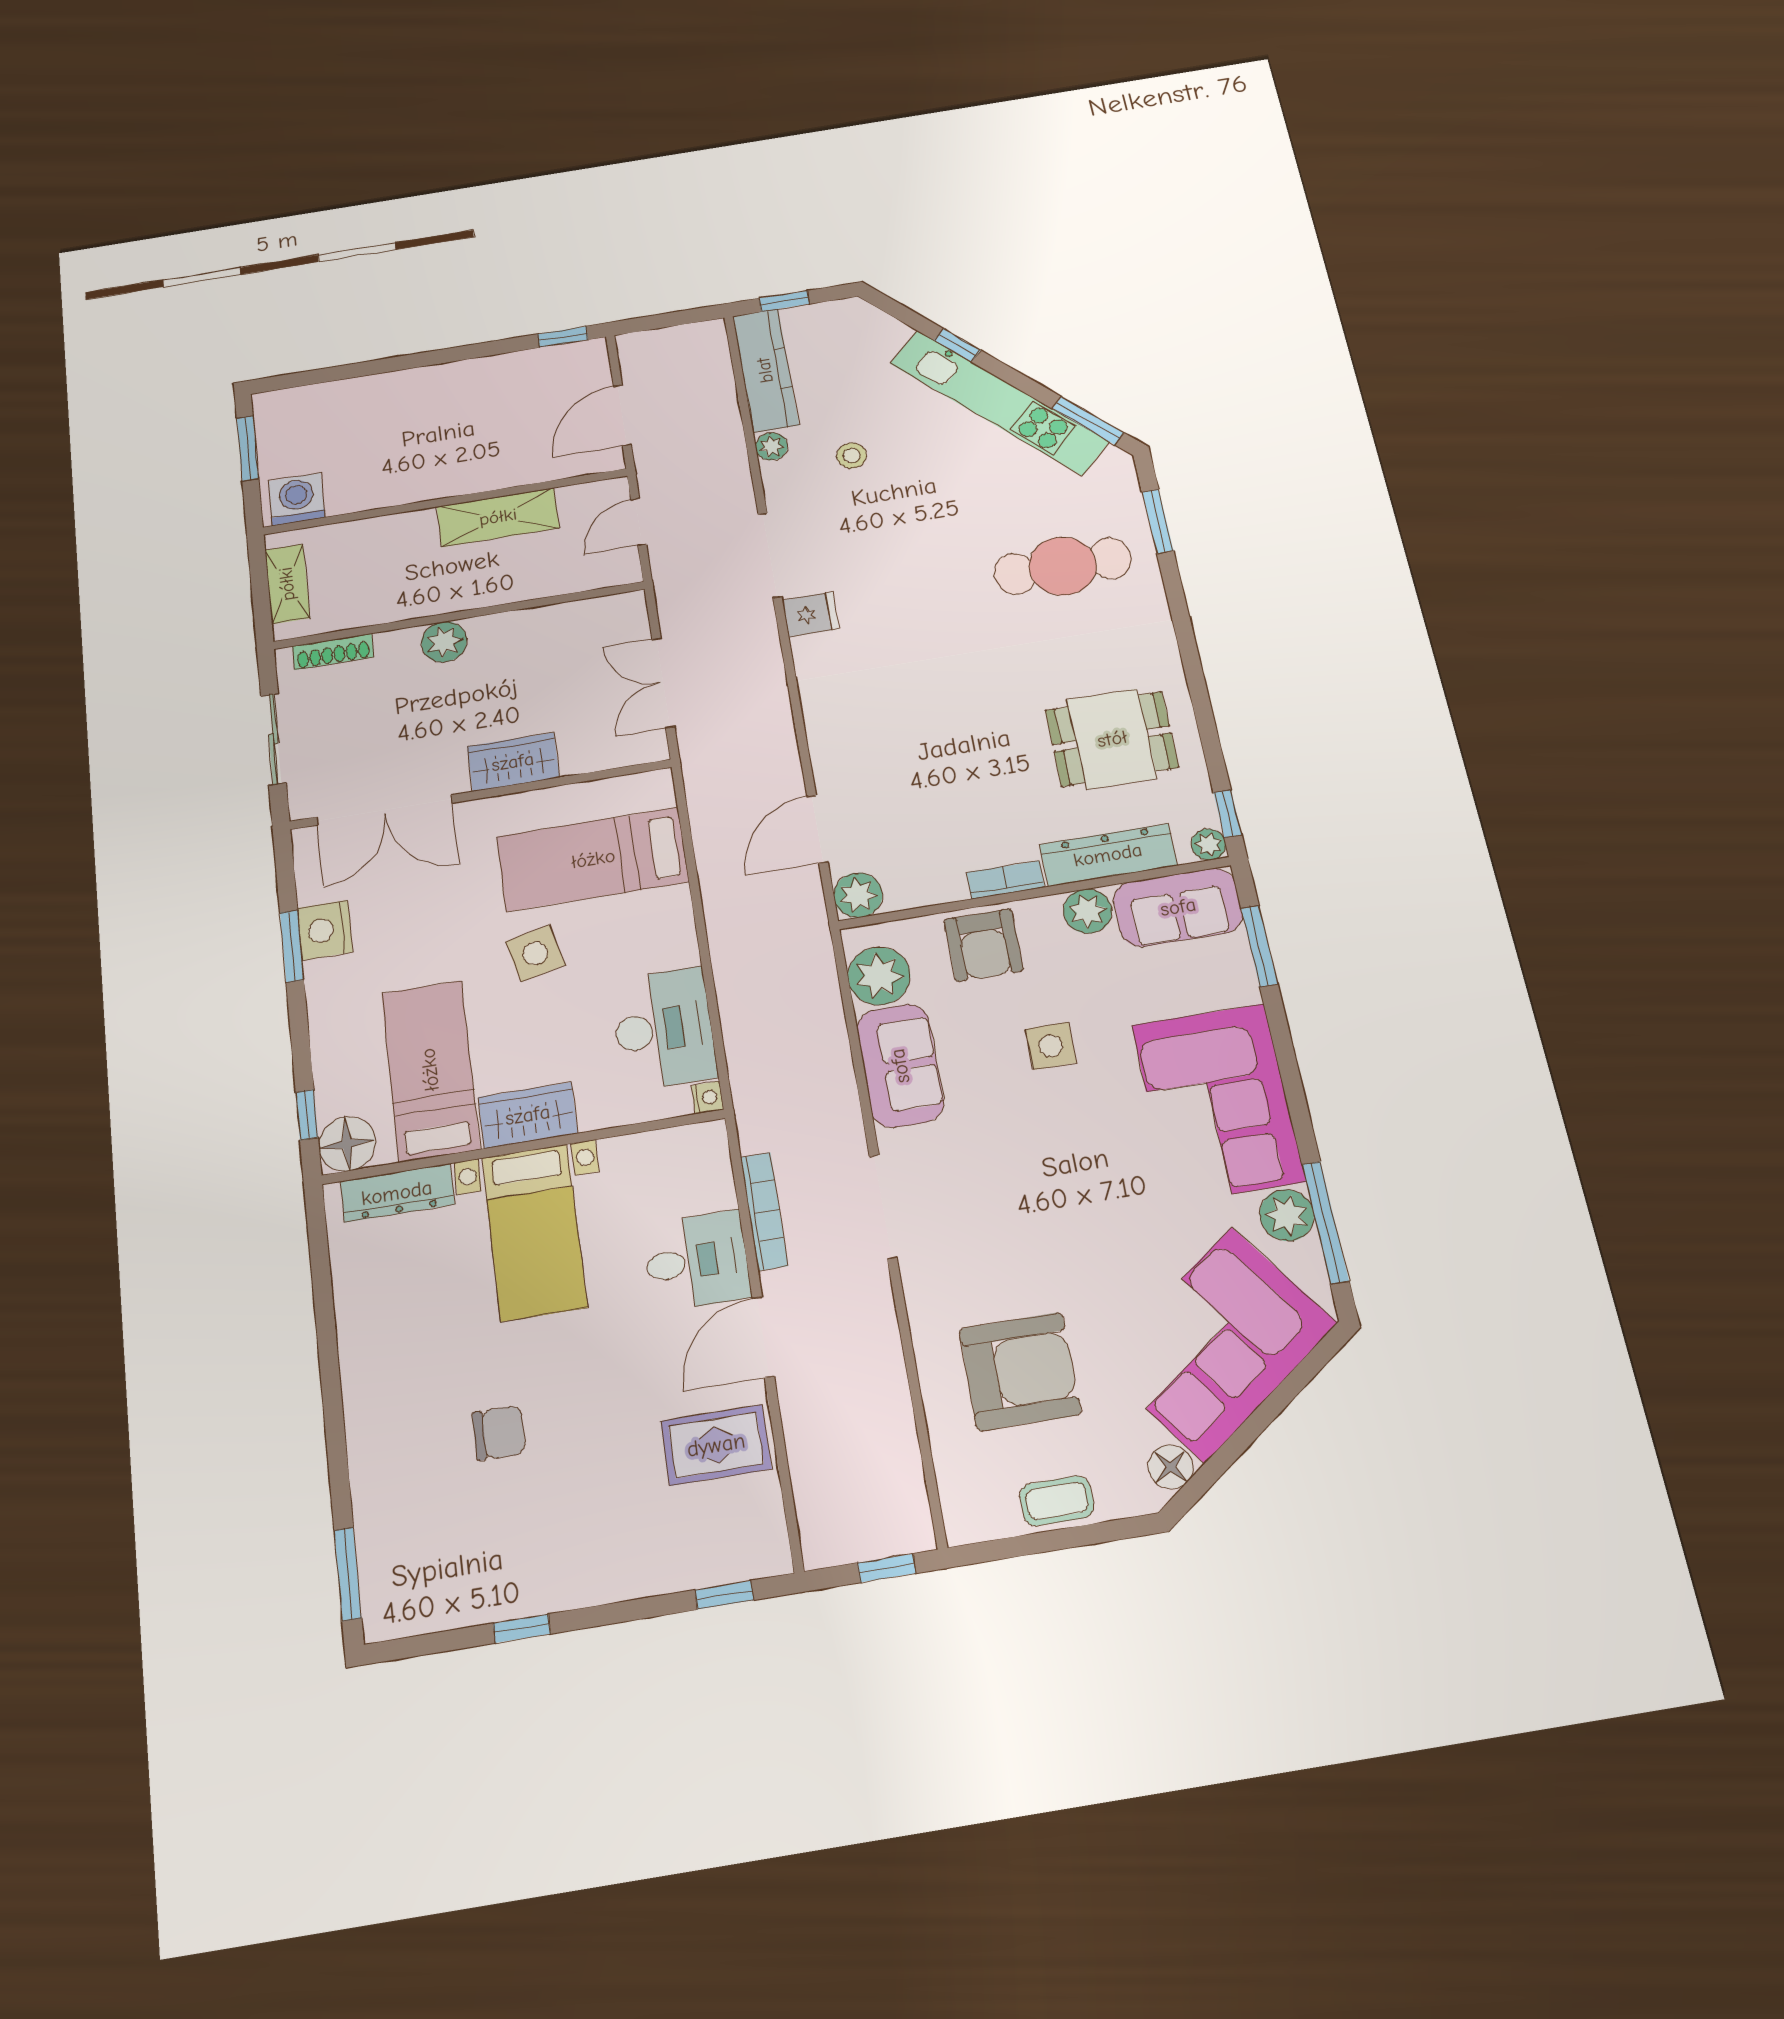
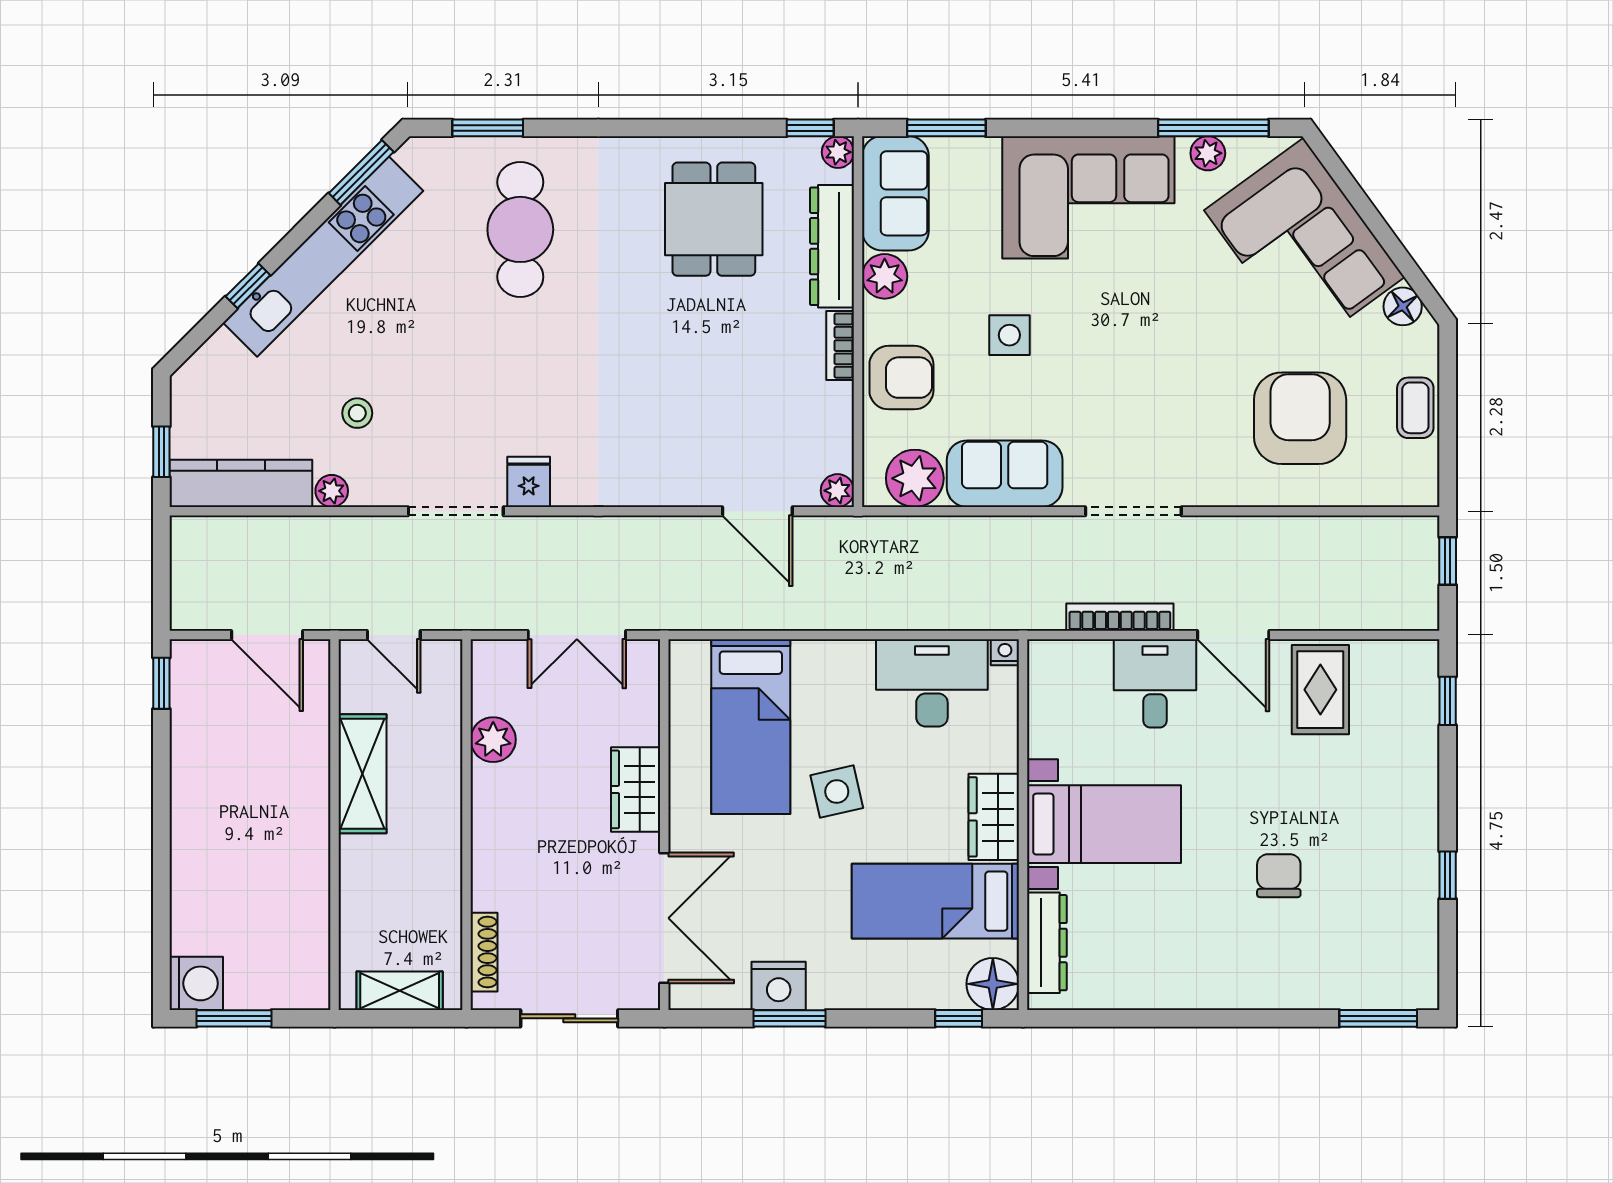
washing machine: (297, 499) -> (196, 983), moved, turned 180
plant: (444, 642) -> (493, 740), moved
plant: (858, 895) -> (837, 491), width x0.73, depth x0.73
plant: (1287, 1215) -> (1208, 153), width x0.73, depth x0.73

